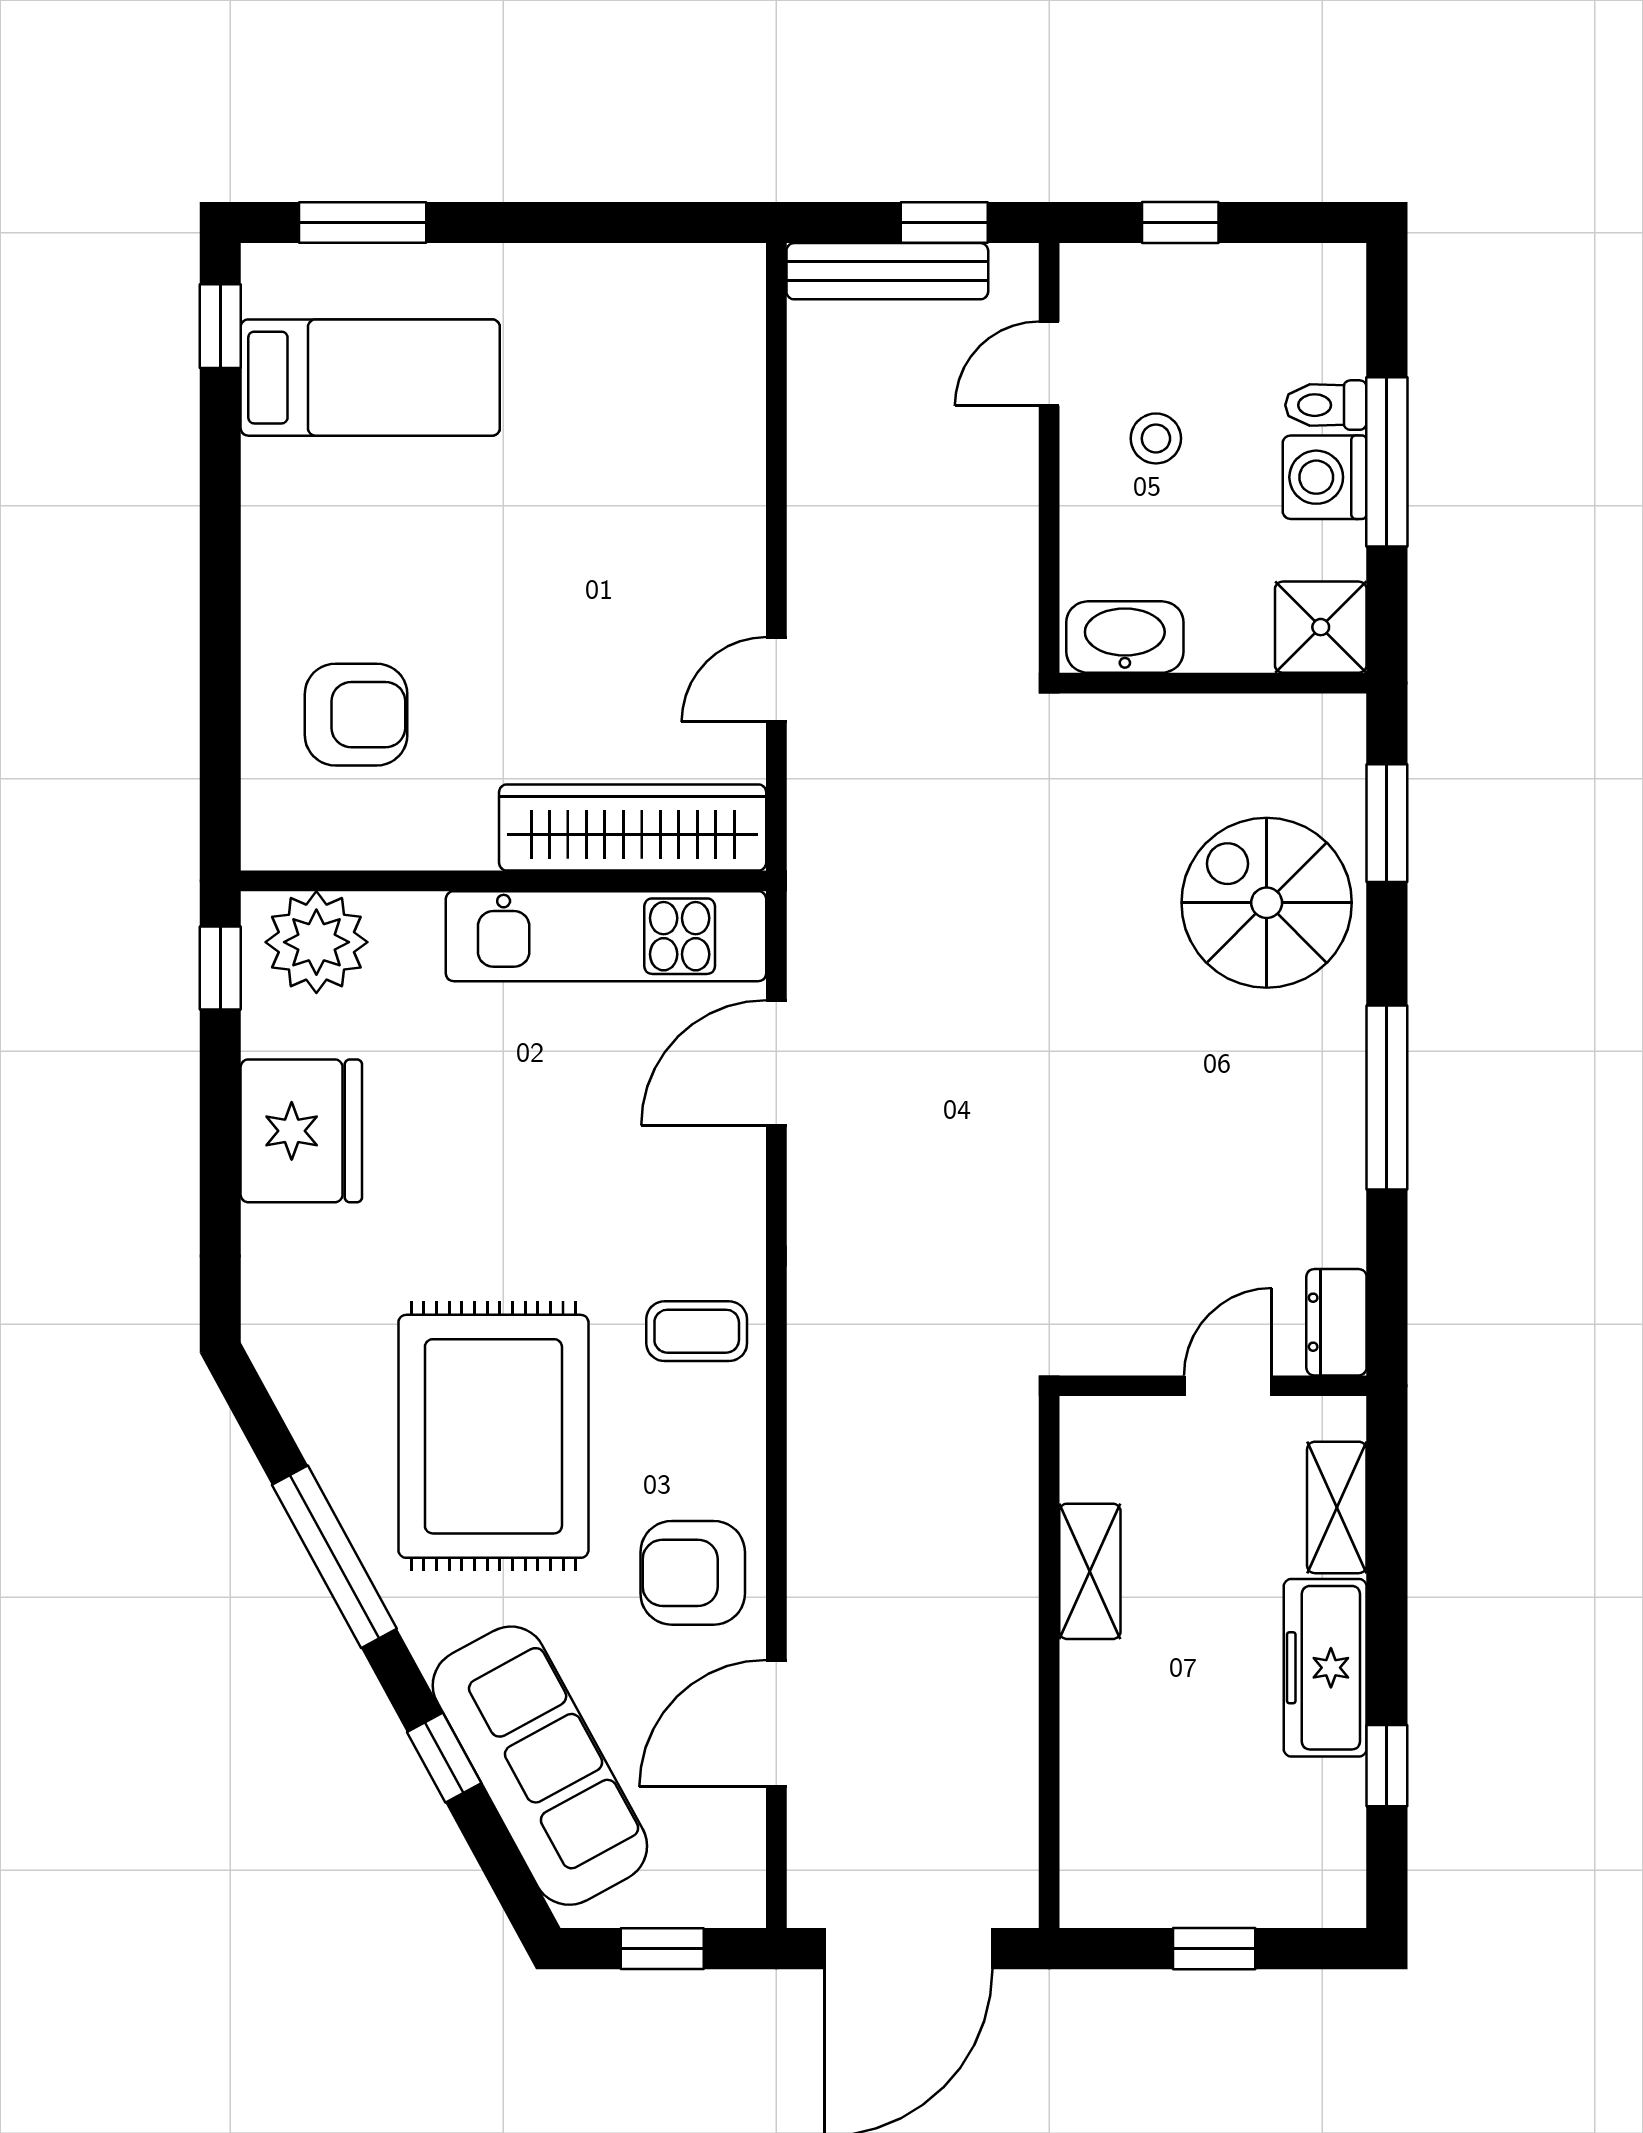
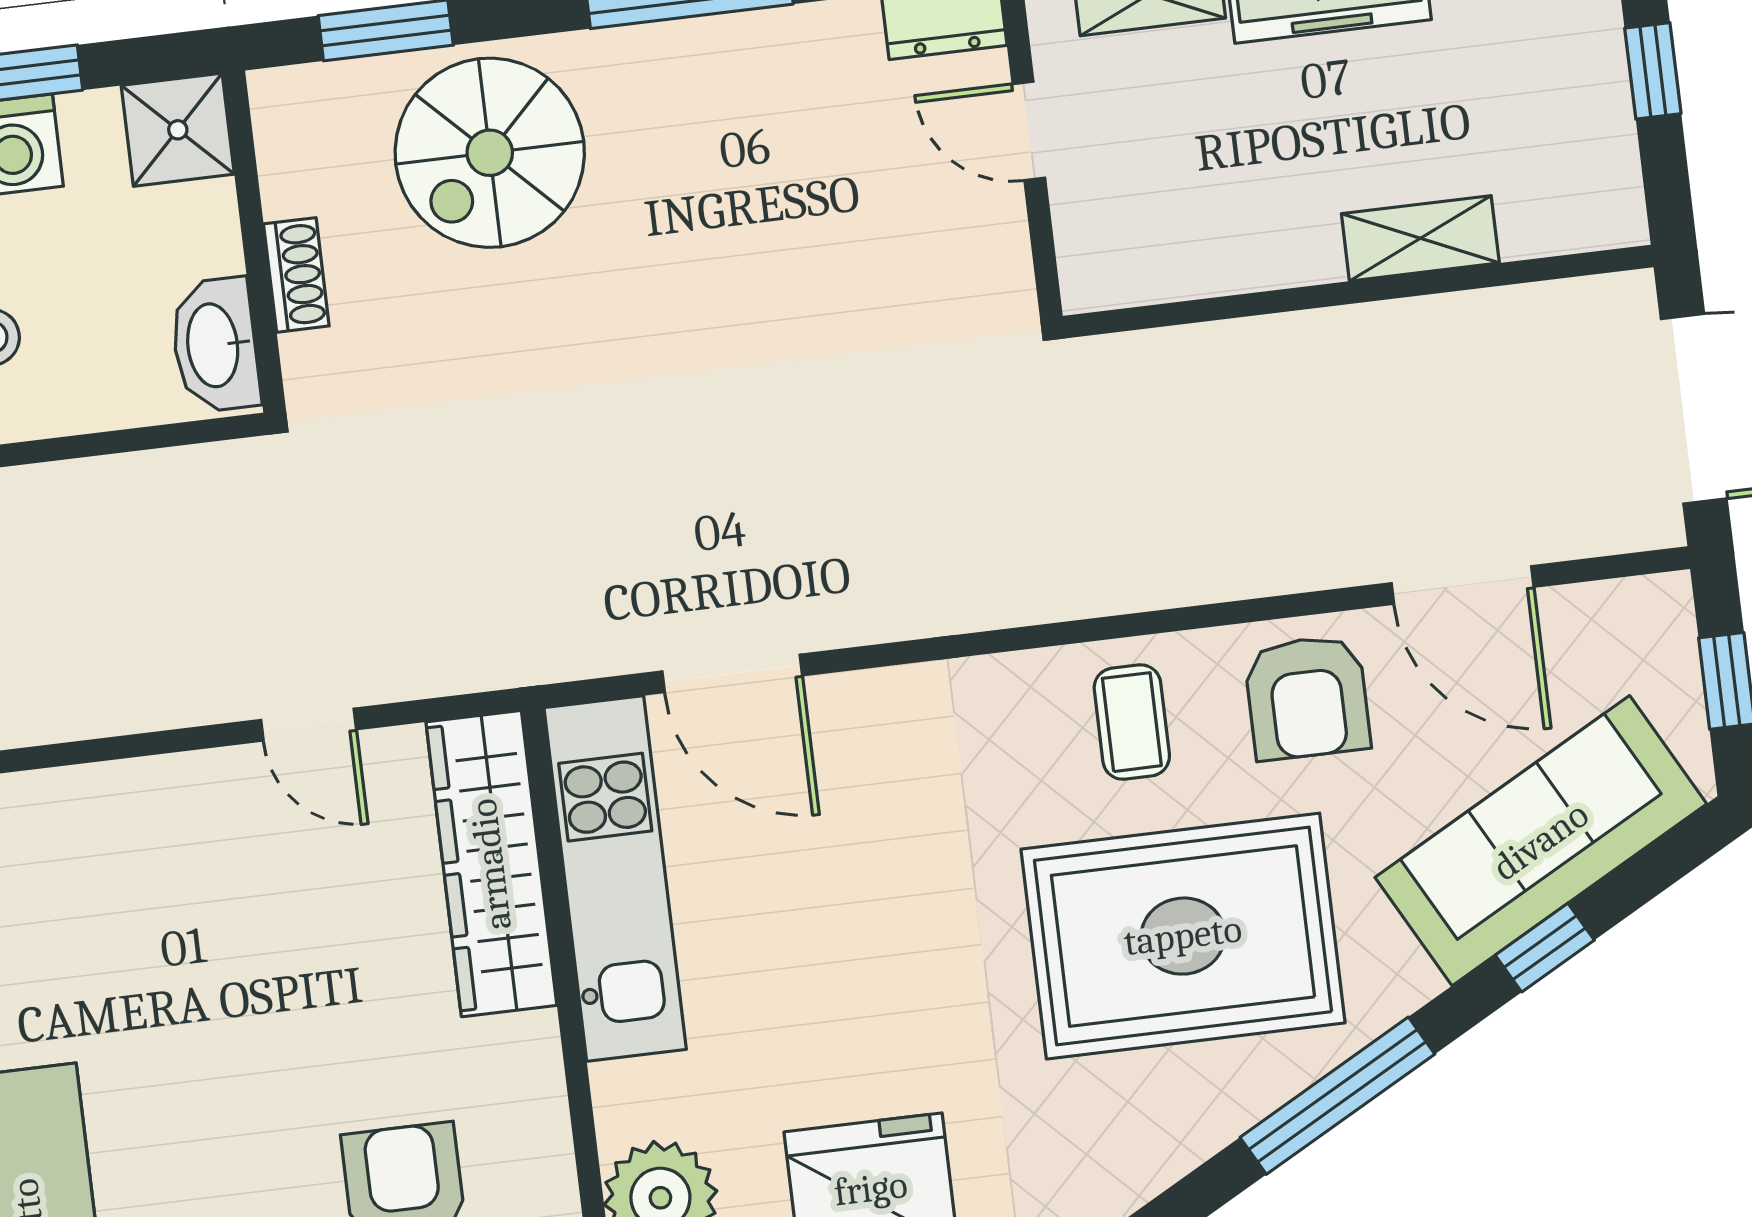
shoe rack: (1179, 717) -> (296, 275), added
coffee table: (697, 1331) -> (1132, 722), moved
shelving: (1090, 1571) -> (1420, 238), moved

